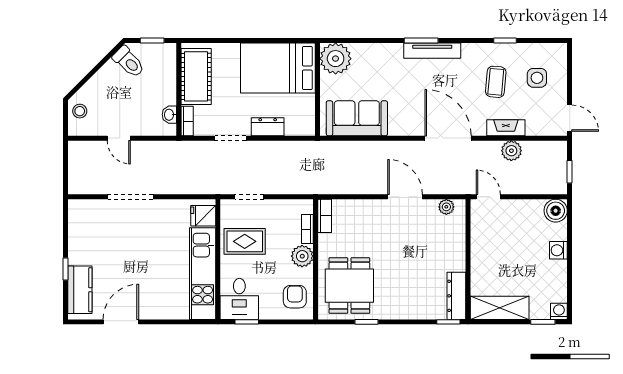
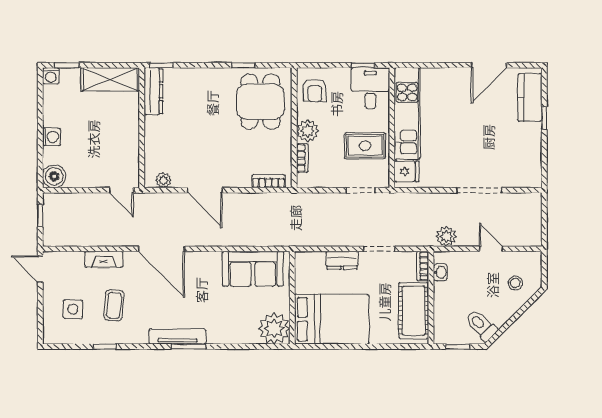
stool: (80, 111) -> (515, 283), moved
plant: (511, 151) -> (446, 236), moved
bookcase: (325, 216) -> (269, 181), moved, turned 90

